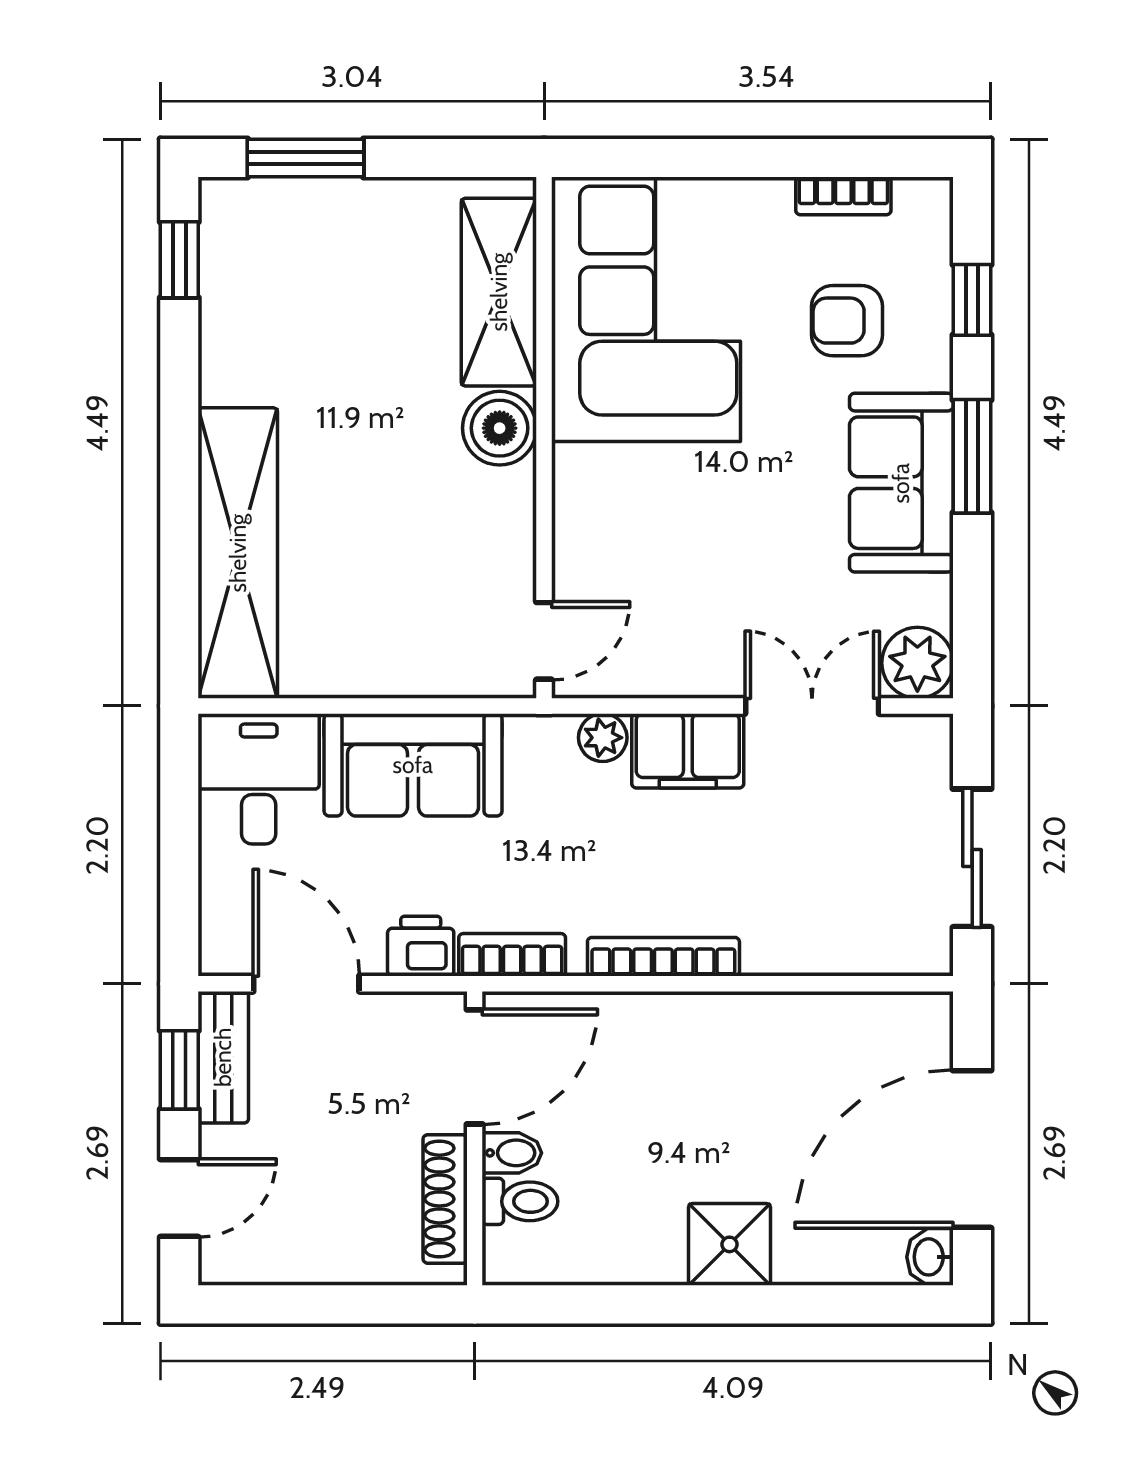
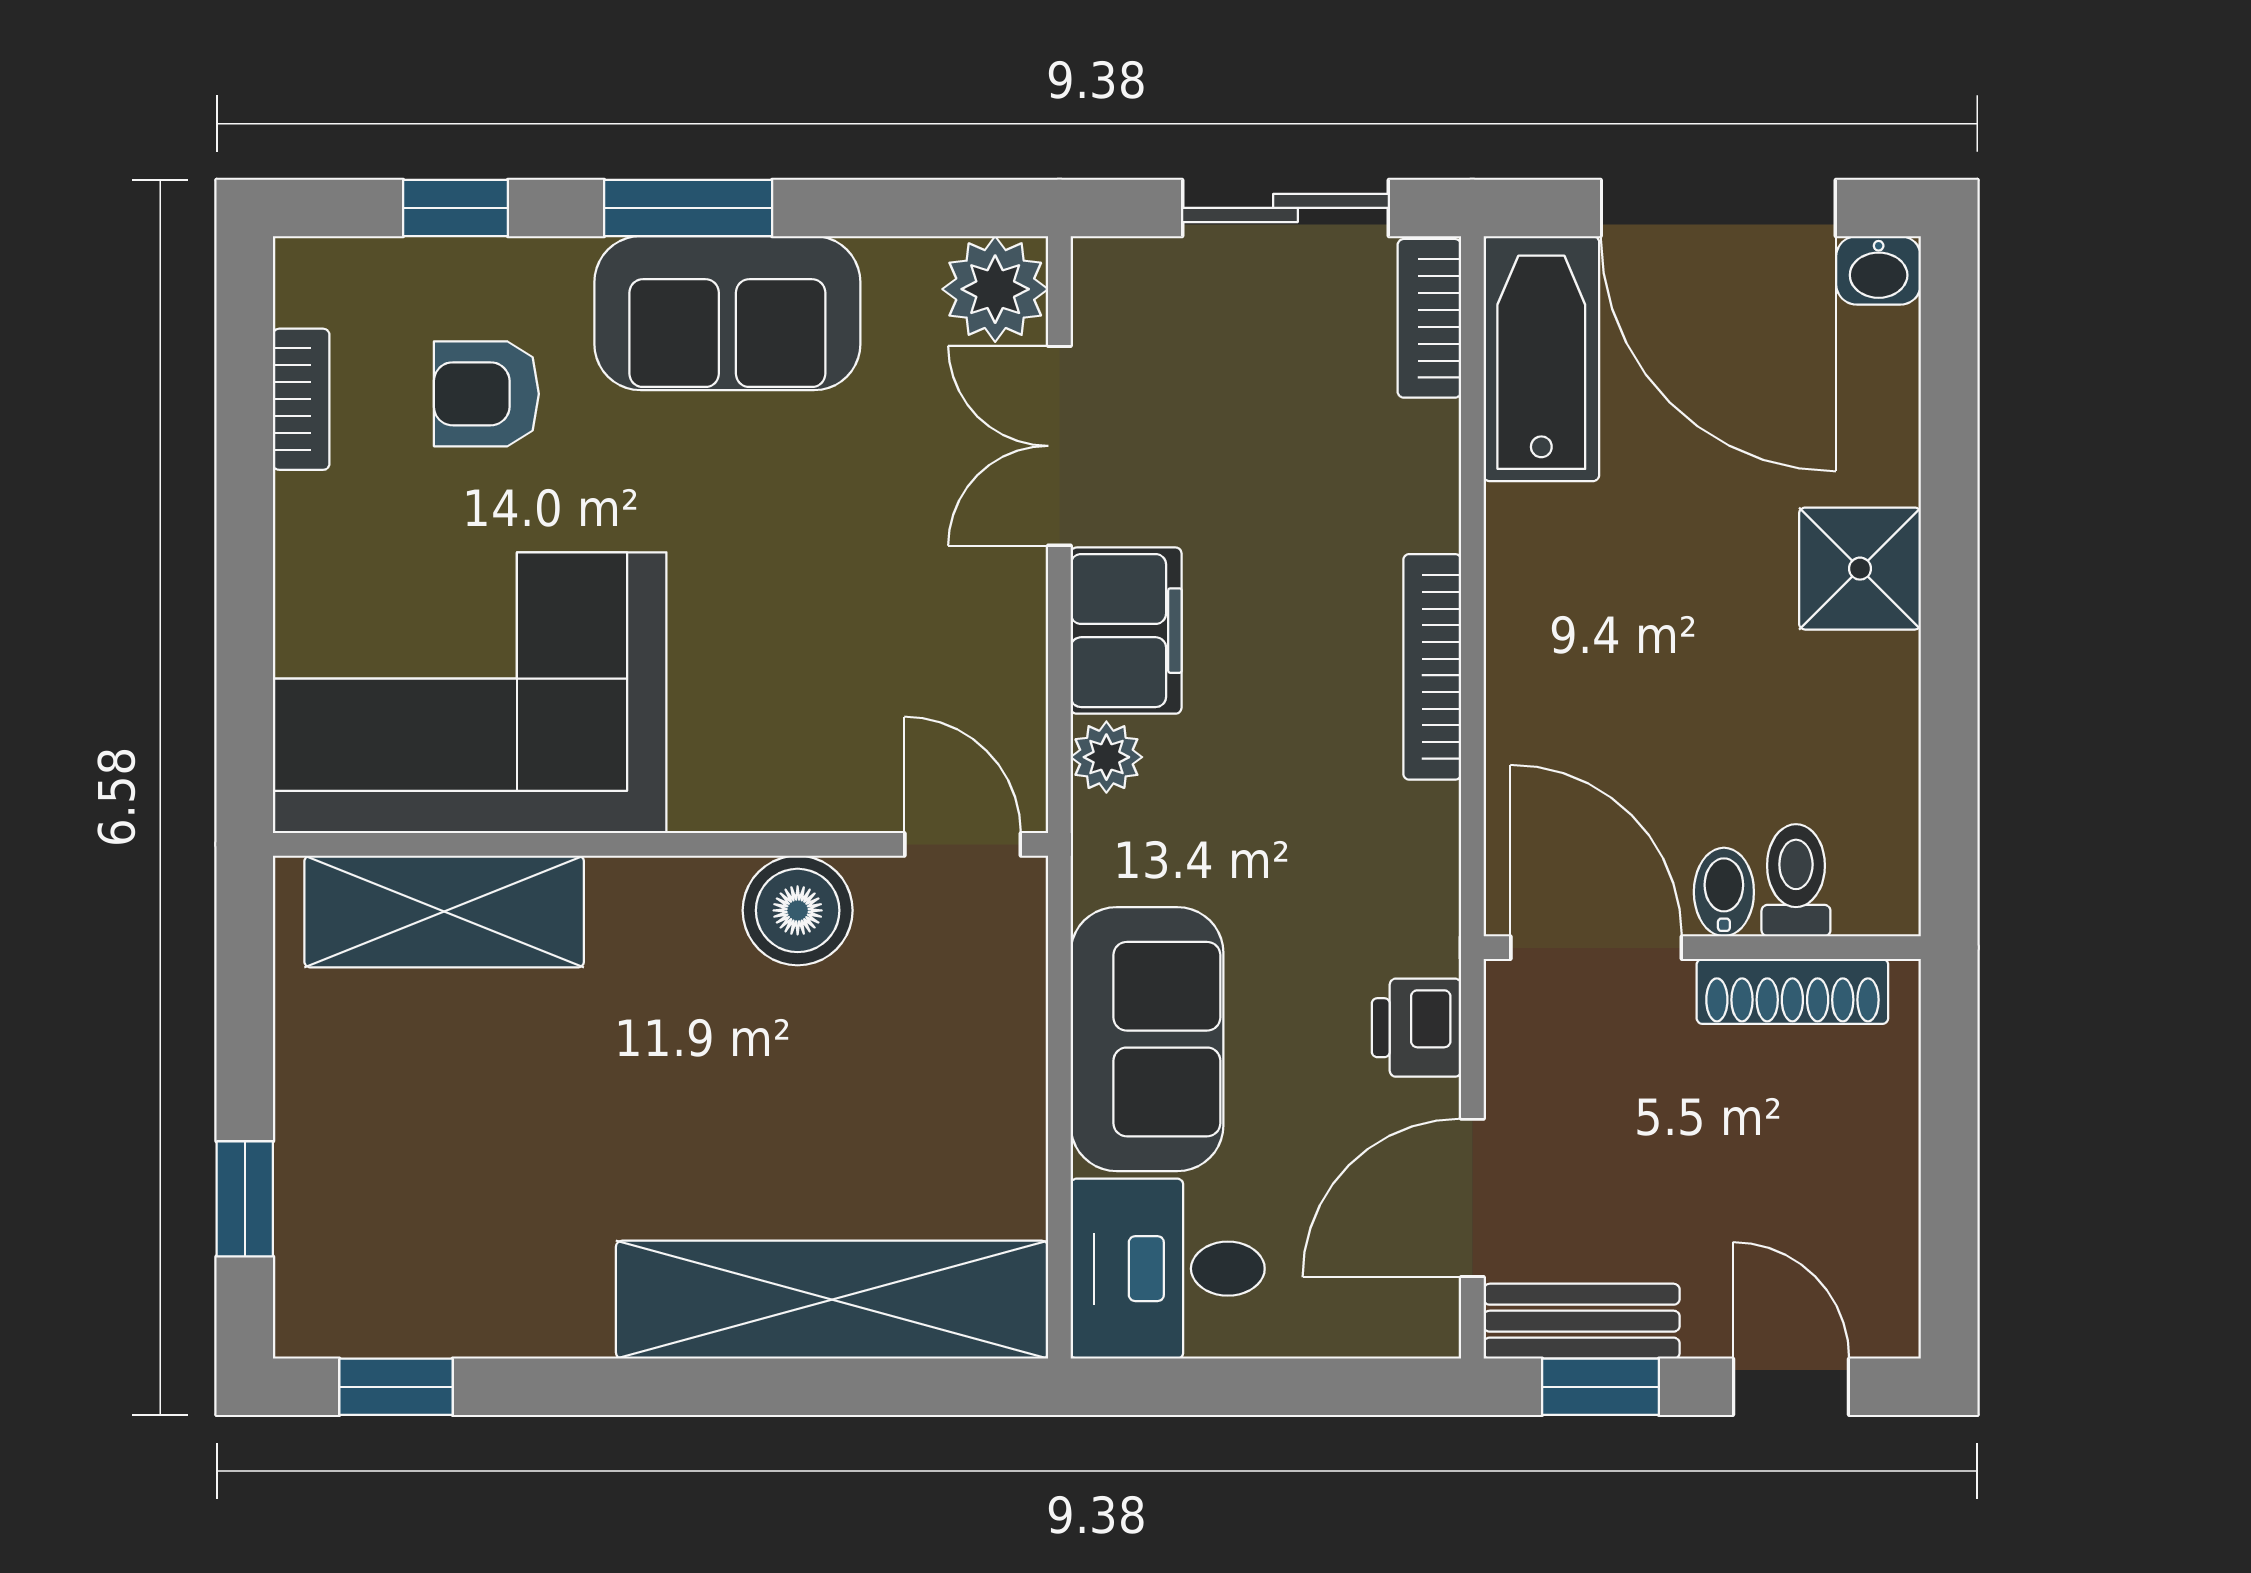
window: (306, 158) -> (245, 1199), width x0.67
armchair: (847, 321) -> (486, 394), turned 90
boiler: (500, 428) -> (798, 910), moved
bookcase: (512, 955) -> (1429, 318), moved
bathtub: (871, 1030) -> (1541, 359), added

